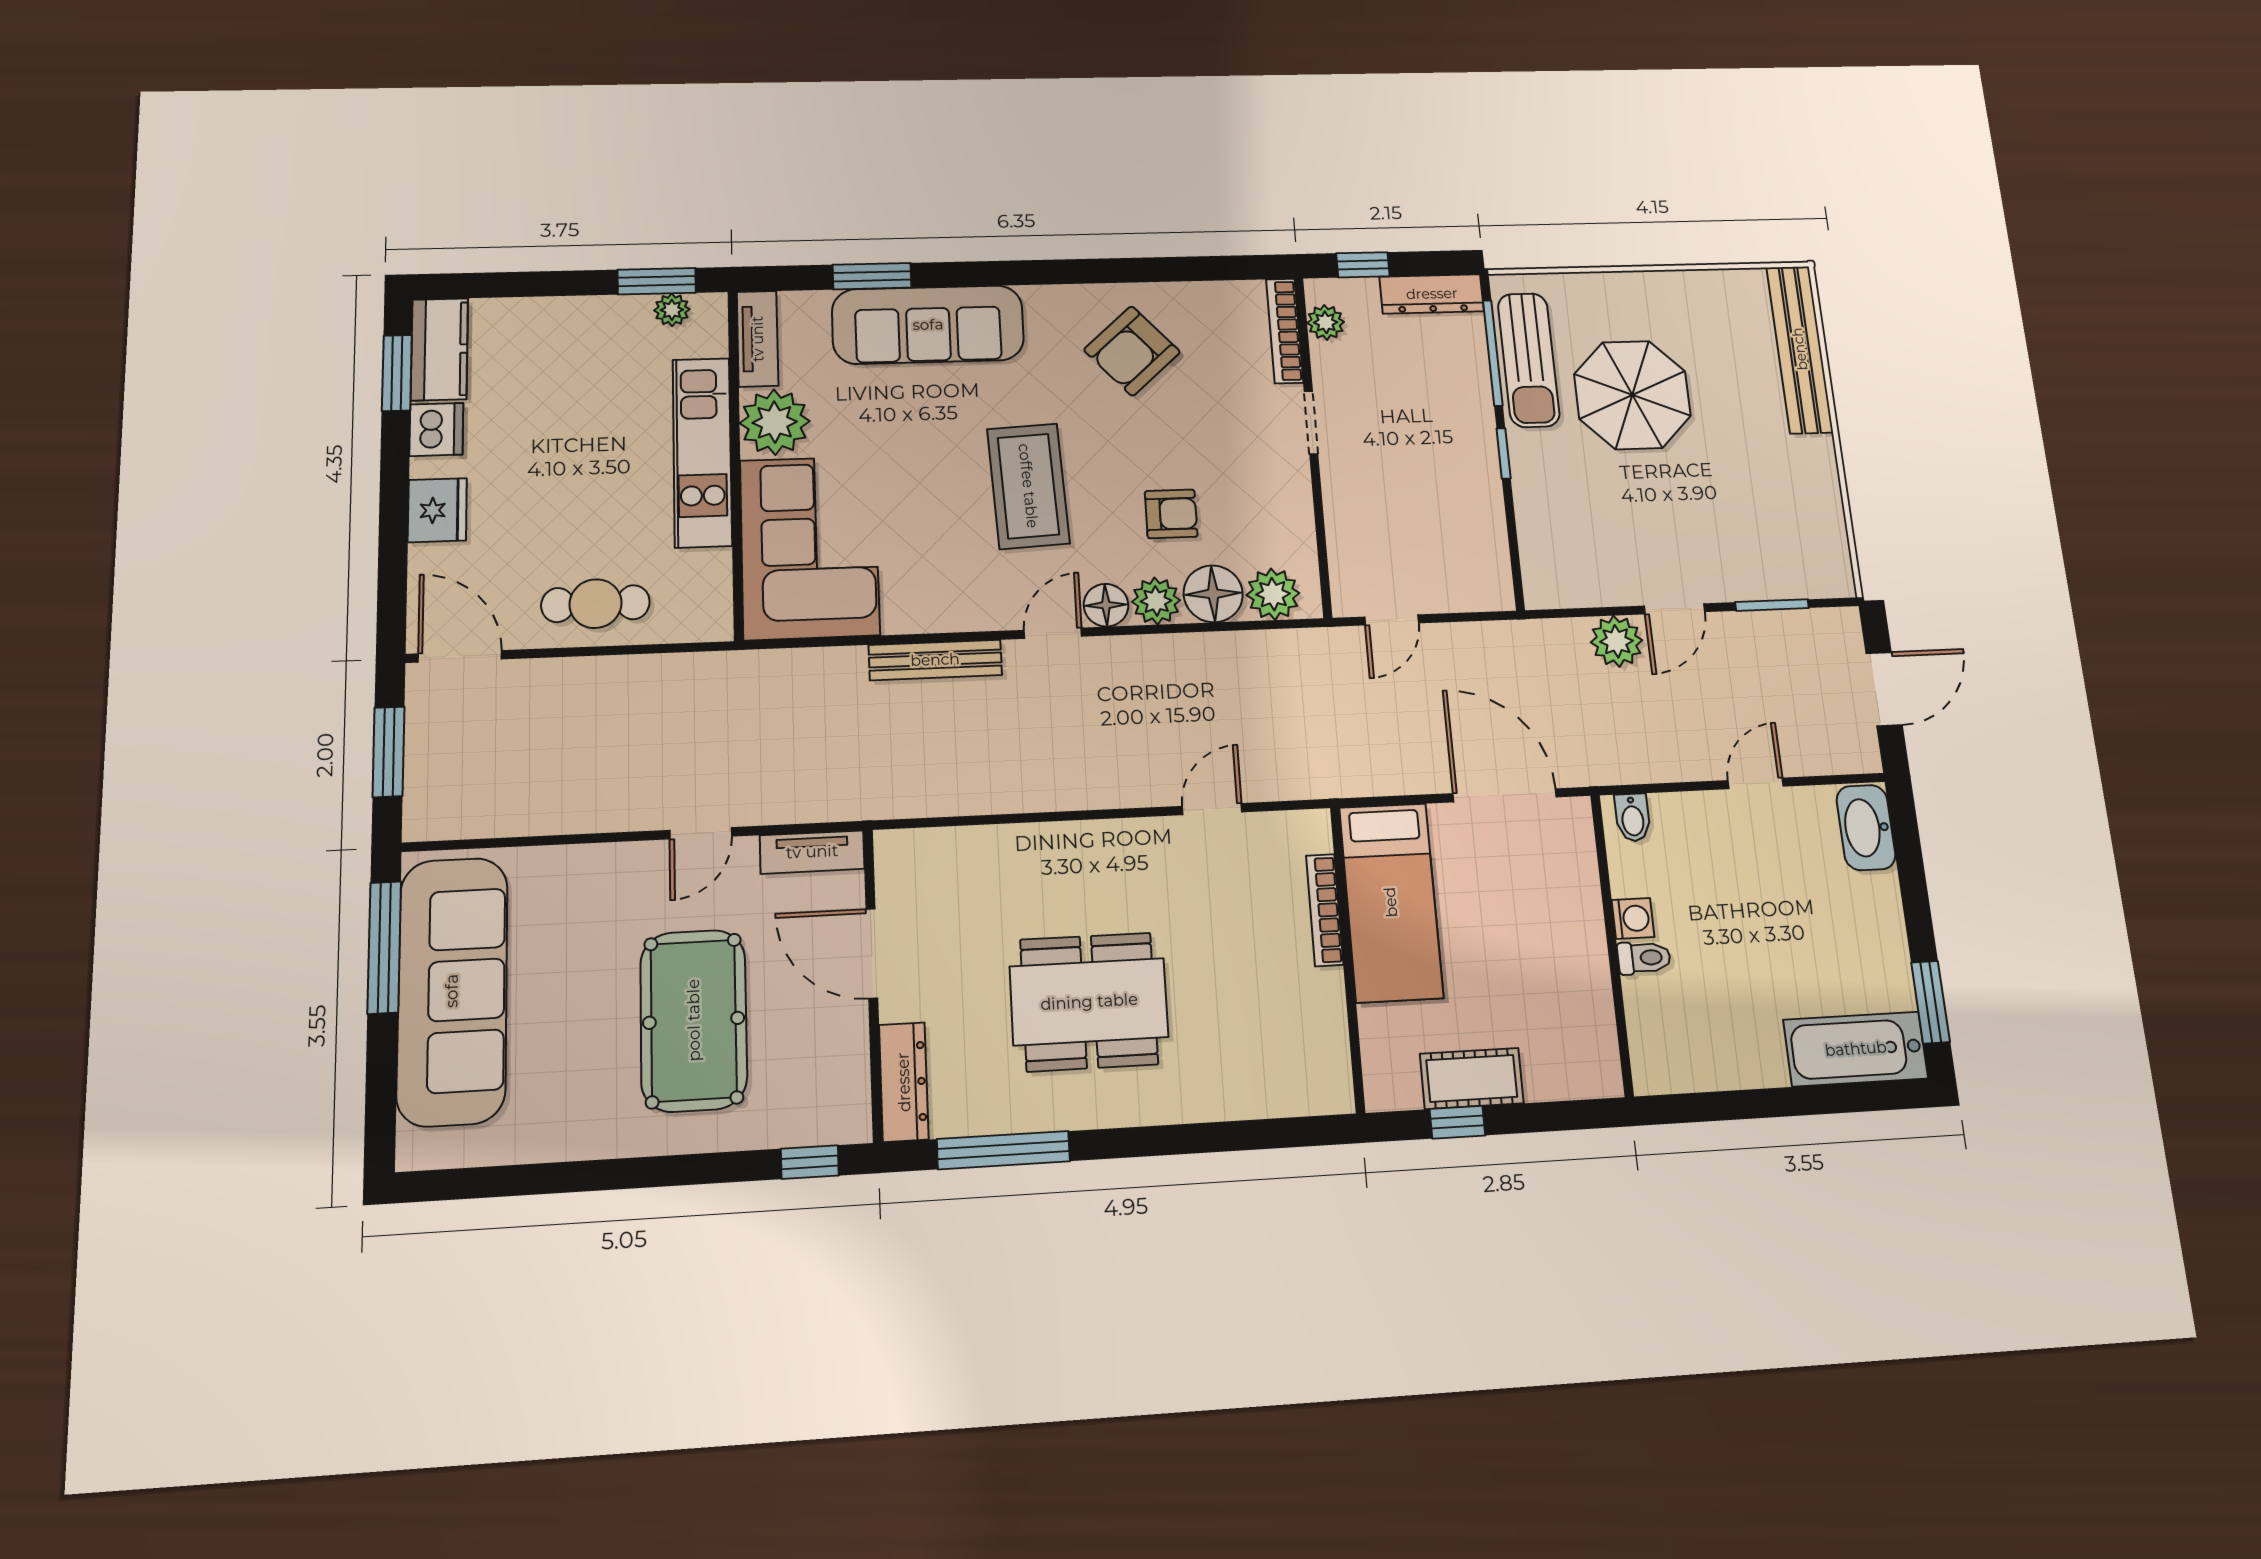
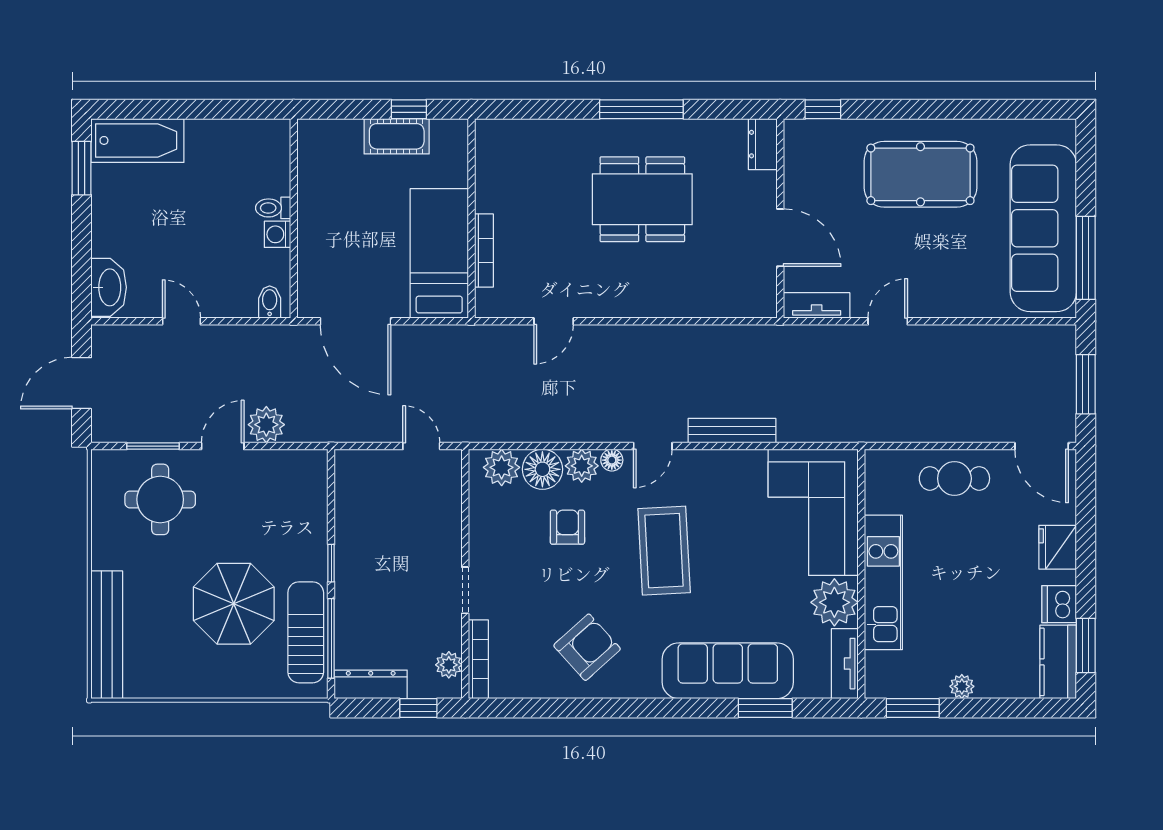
plant: (672, 310) -> (962, 686), moved
armchair: (1171, 514) -> (567, 527), turned 90
round table: (1752, 532) -> (160, 499), added
floor lamp: (1106, 605) -> (612, 460), width x0.73, depth x0.73
door: (1392, 620) -> (421, 446), hinge flipped
door: (1756, 783) -> (181, 321), swing flipped
pool table: (694, 1020) -> (920, 174), moved, turned 90
dresser: (904, 1082) -> (763, 144), width x0.70
window: (1003, 1150) -> (641, 109), moved

